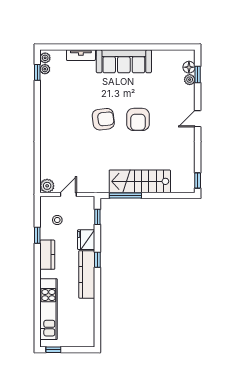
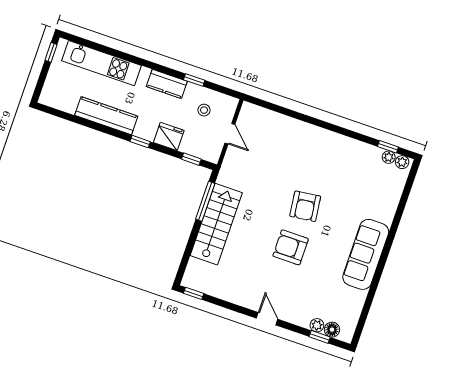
tv unit: (81, 55) -> (391, 206), removed
plant: (47, 186) -> (249, 112), removed
kitchen counter: (87, 274) -> (106, 116), moved

